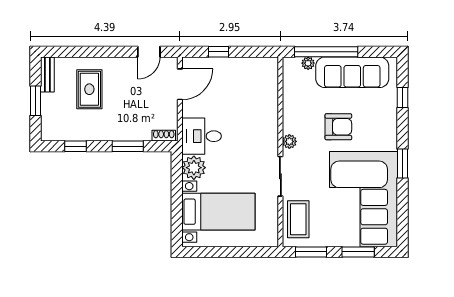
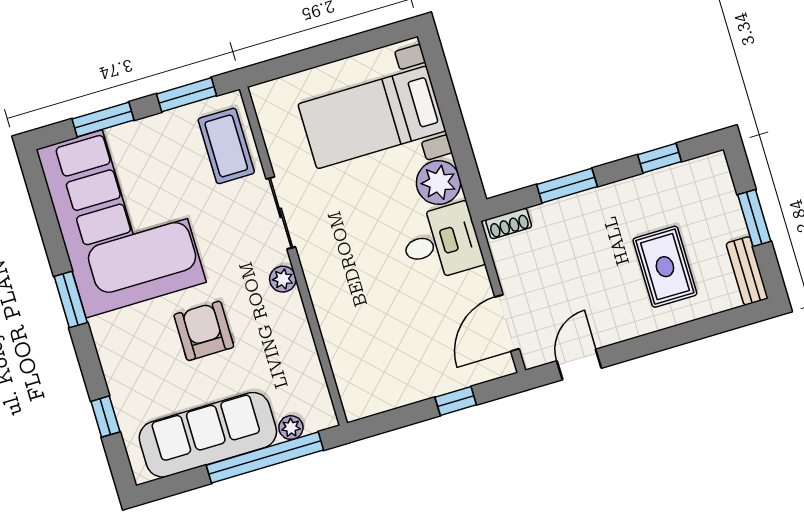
armchair: (338, 127) -> (204, 331), turned 90

